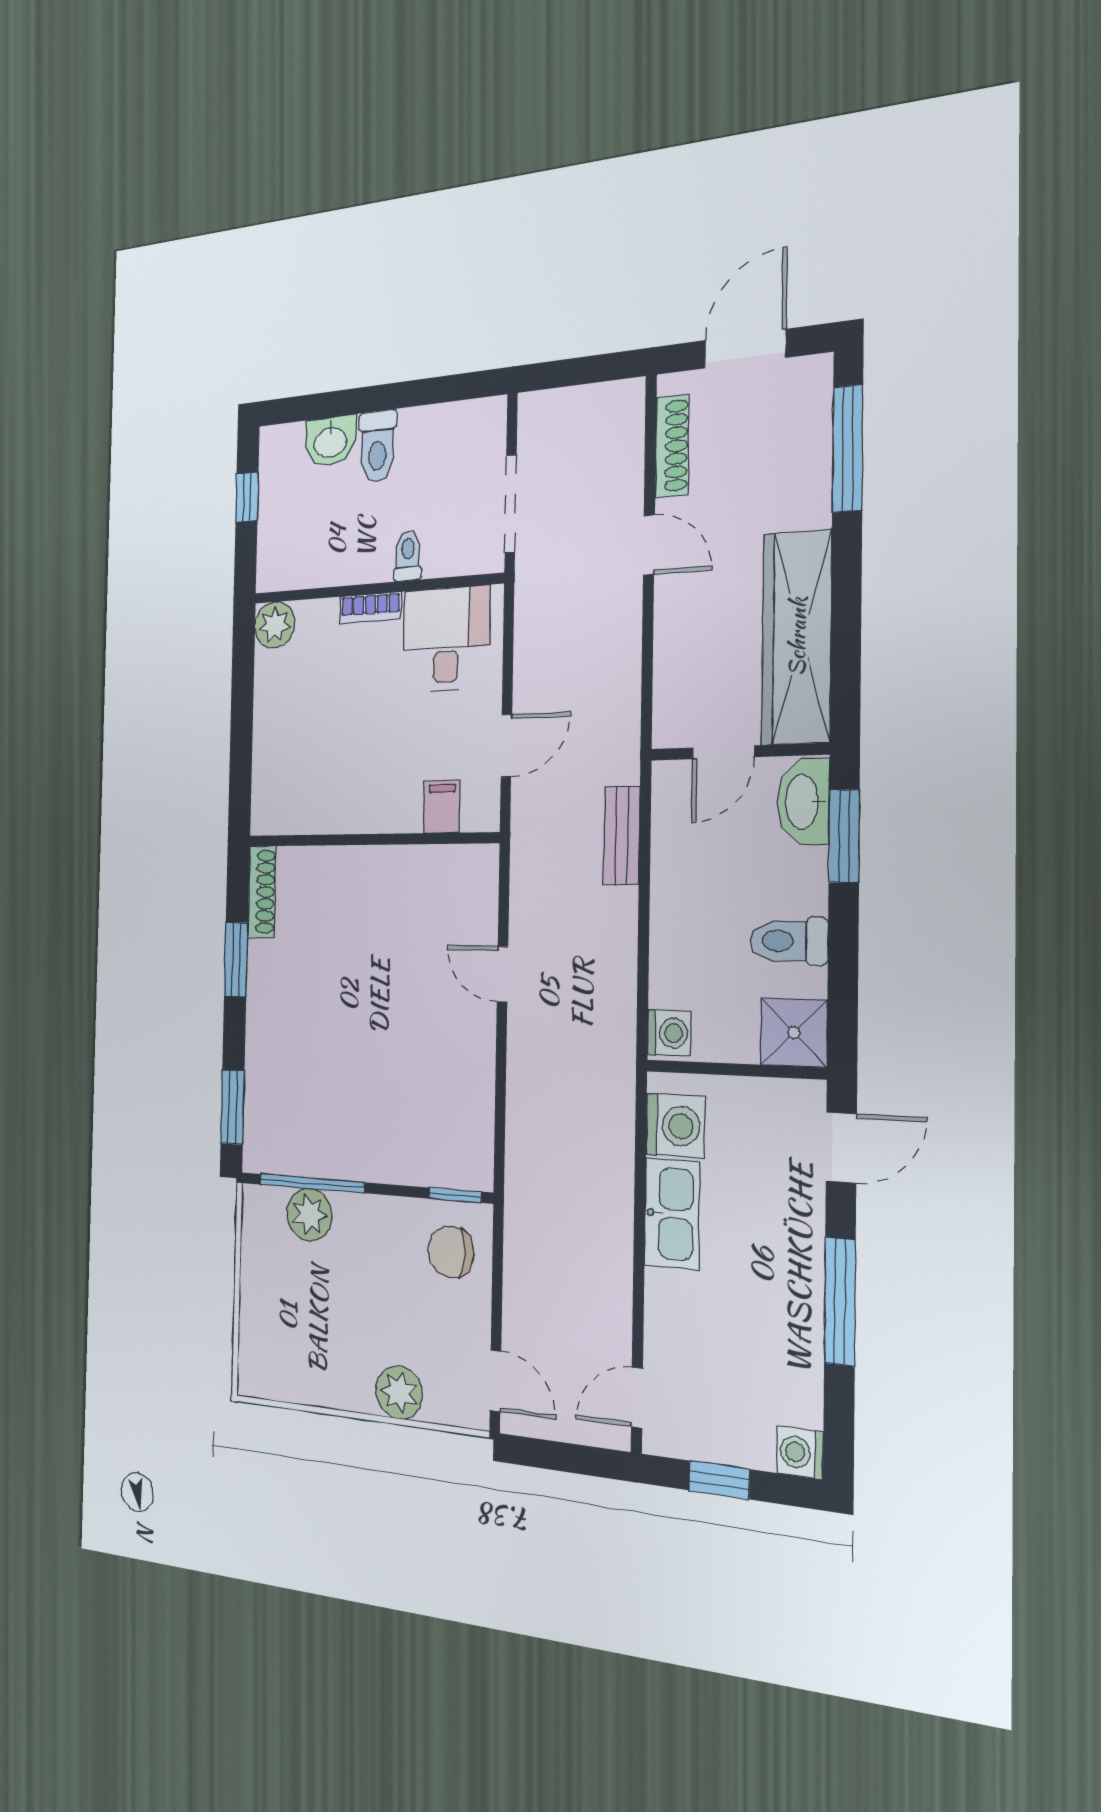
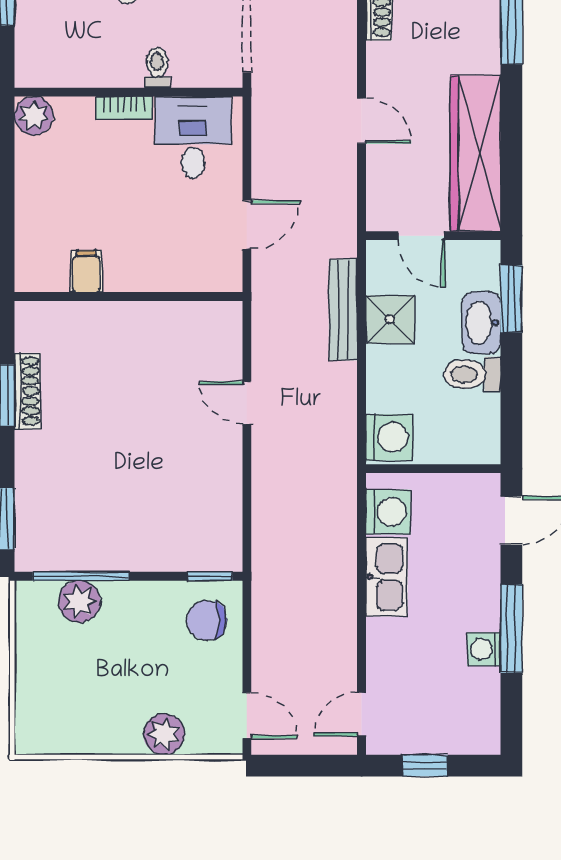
door: (649, 545) -> (362, 121), moved
door: (723, 752) -> (422, 236), hinge flipped
washbasin: (803, 802) -> (482, 323), moved
filing cabinet: (442, 807) -> (86, 271), moved
bench: (622, 836) -> (343, 310), width x1.36
shoe rack: (262, 892) -> (27, 391), moved
washing machine: (669, 1033) -> (389, 437), width x1.38, depth x1.38
shower: (794, 1033) -> (390, 319), moved
washing machine: (800, 1453) -> (484, 649), moved

